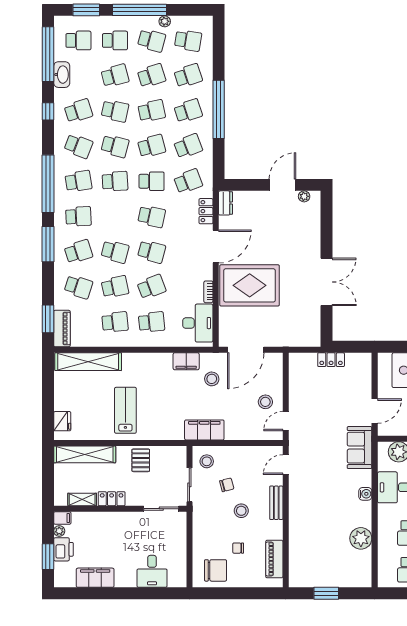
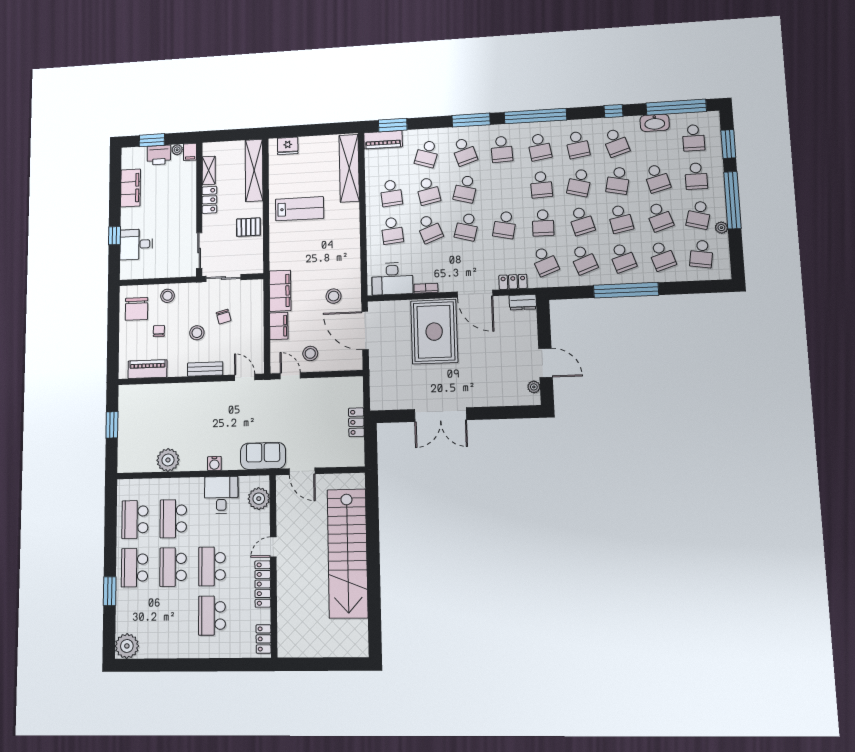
school desk: (78, 146) -> (578, 145), turned -30
filing cabinet: (186, 361) -> (279, 326), moved, turned 180
stool: (207, 461) -> (167, 296), moved
window: (142, 593) -> (114, 236), added

